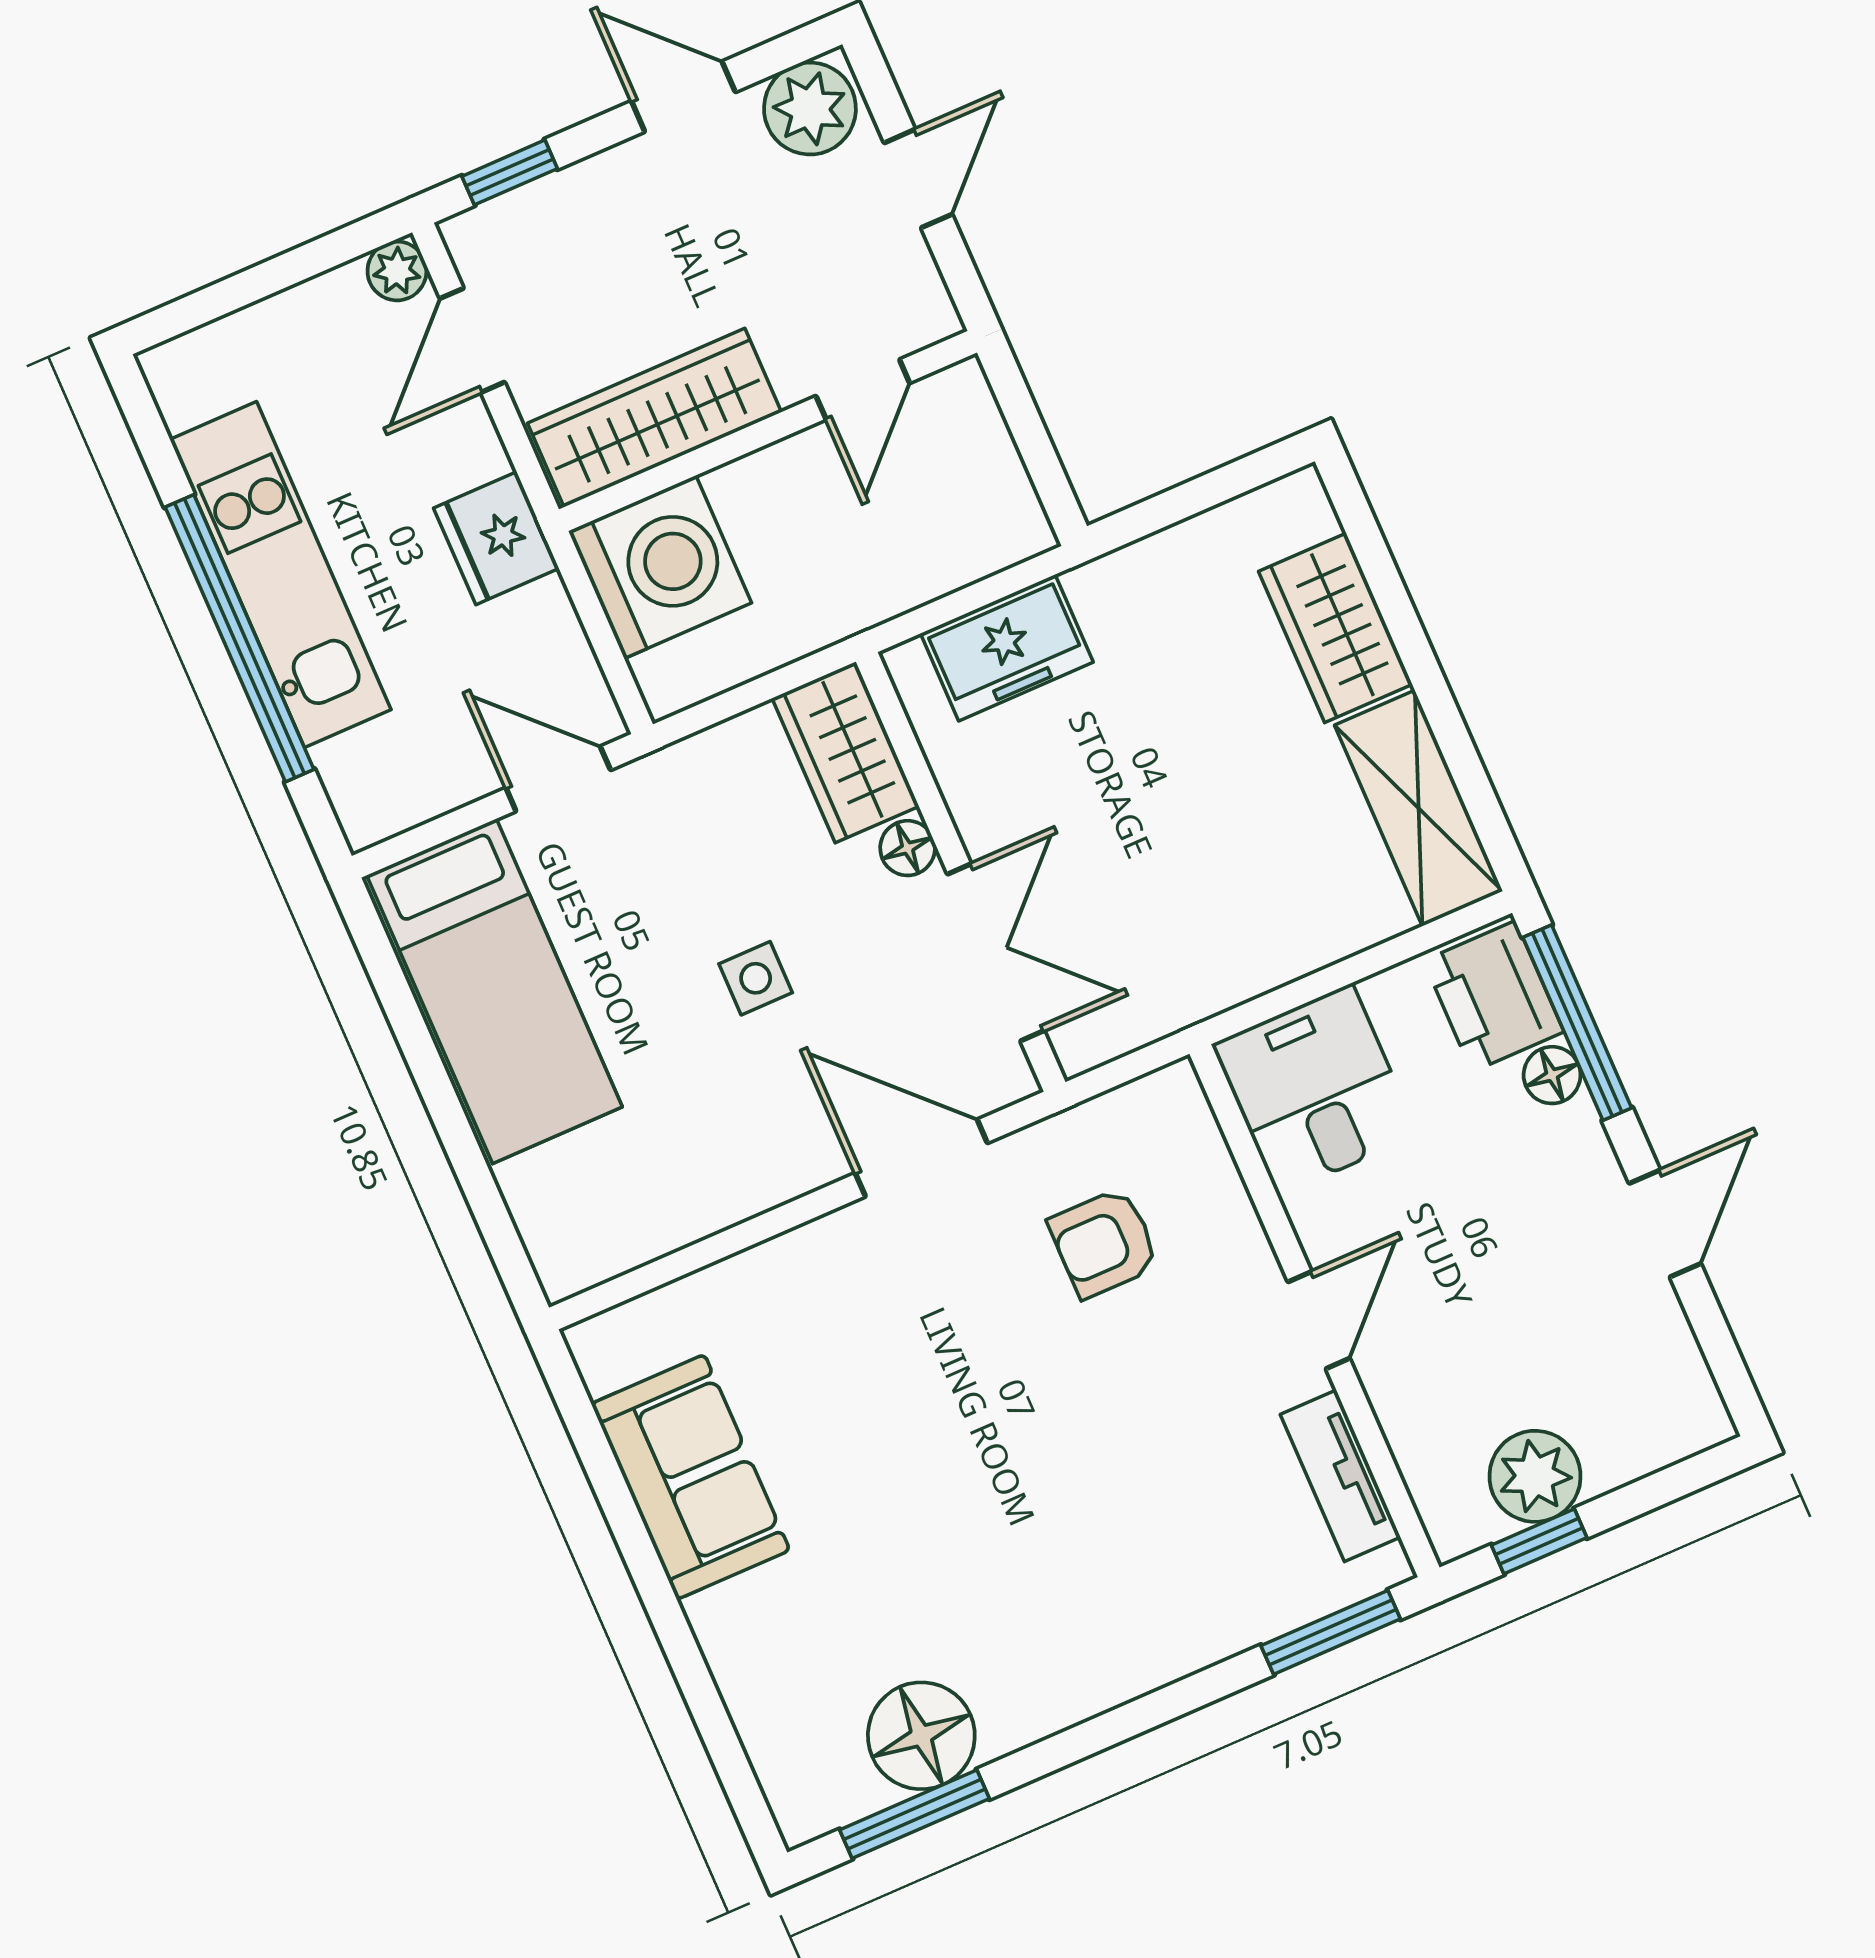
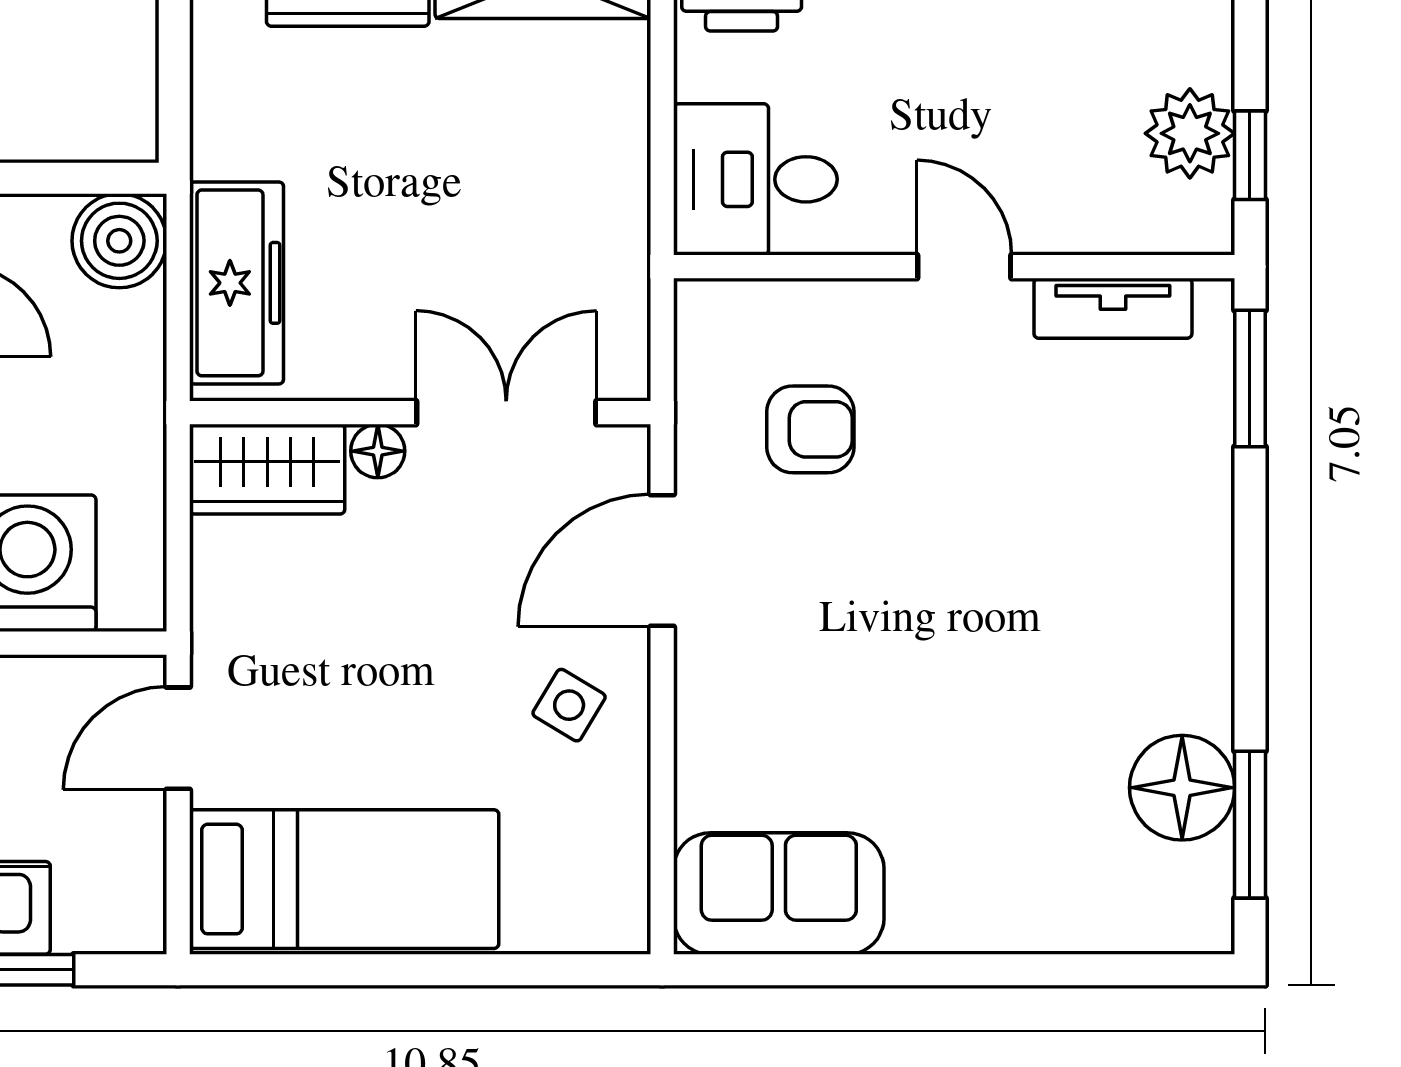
boiler: (998, 521) -> (119, 241), added
freezer: (1007, 648) -> (237, 283), width x1.40
side table: (756, 978) -> (569, 705), moved, turned 31
armchair: (1104, 1243) -> (810, 429), turned -90
sofa: (691, 1477) -> (779, 894), moved

